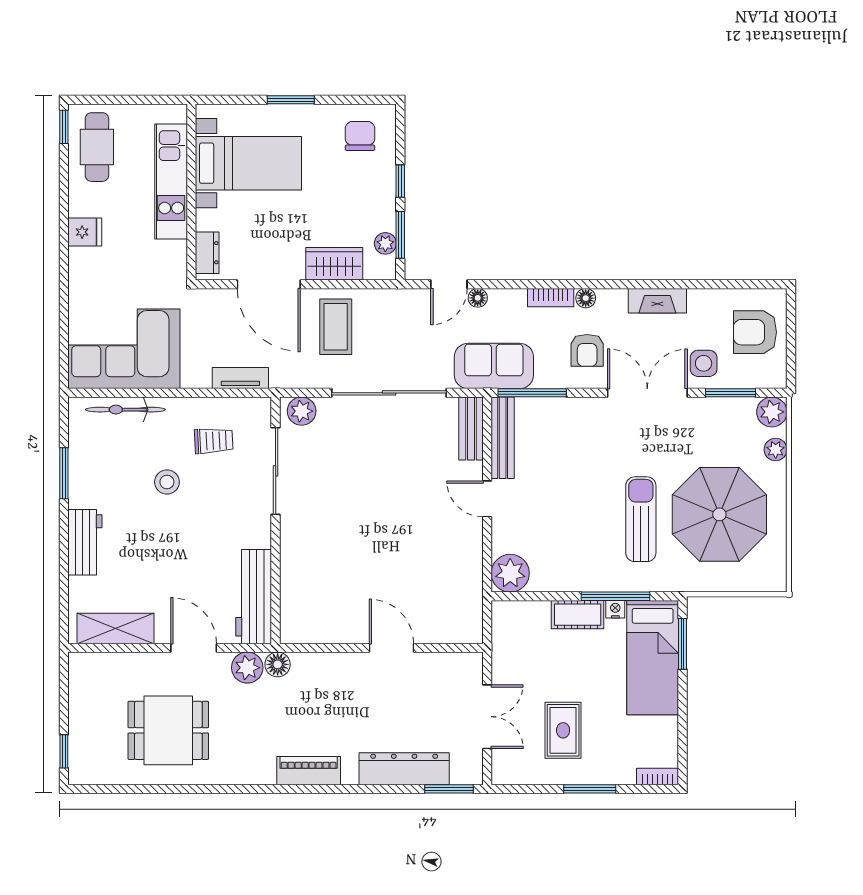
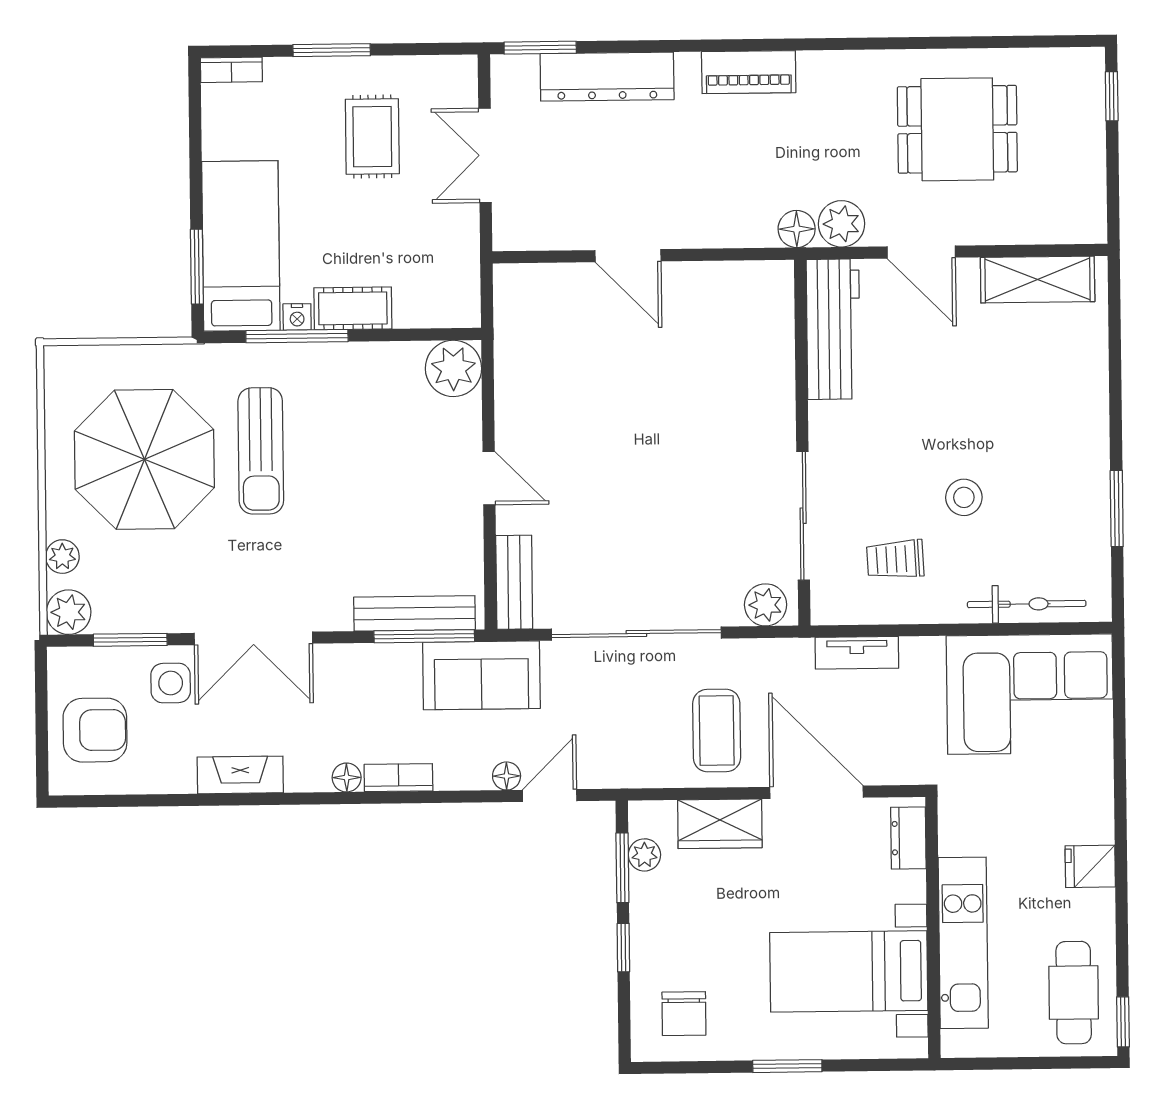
armchair: (587, 350) -> (343, 700), removed
bench: (503, 438) -> (414, 613), moved, turned 90
workbench: (85, 542) -> (1084, 407), removed

